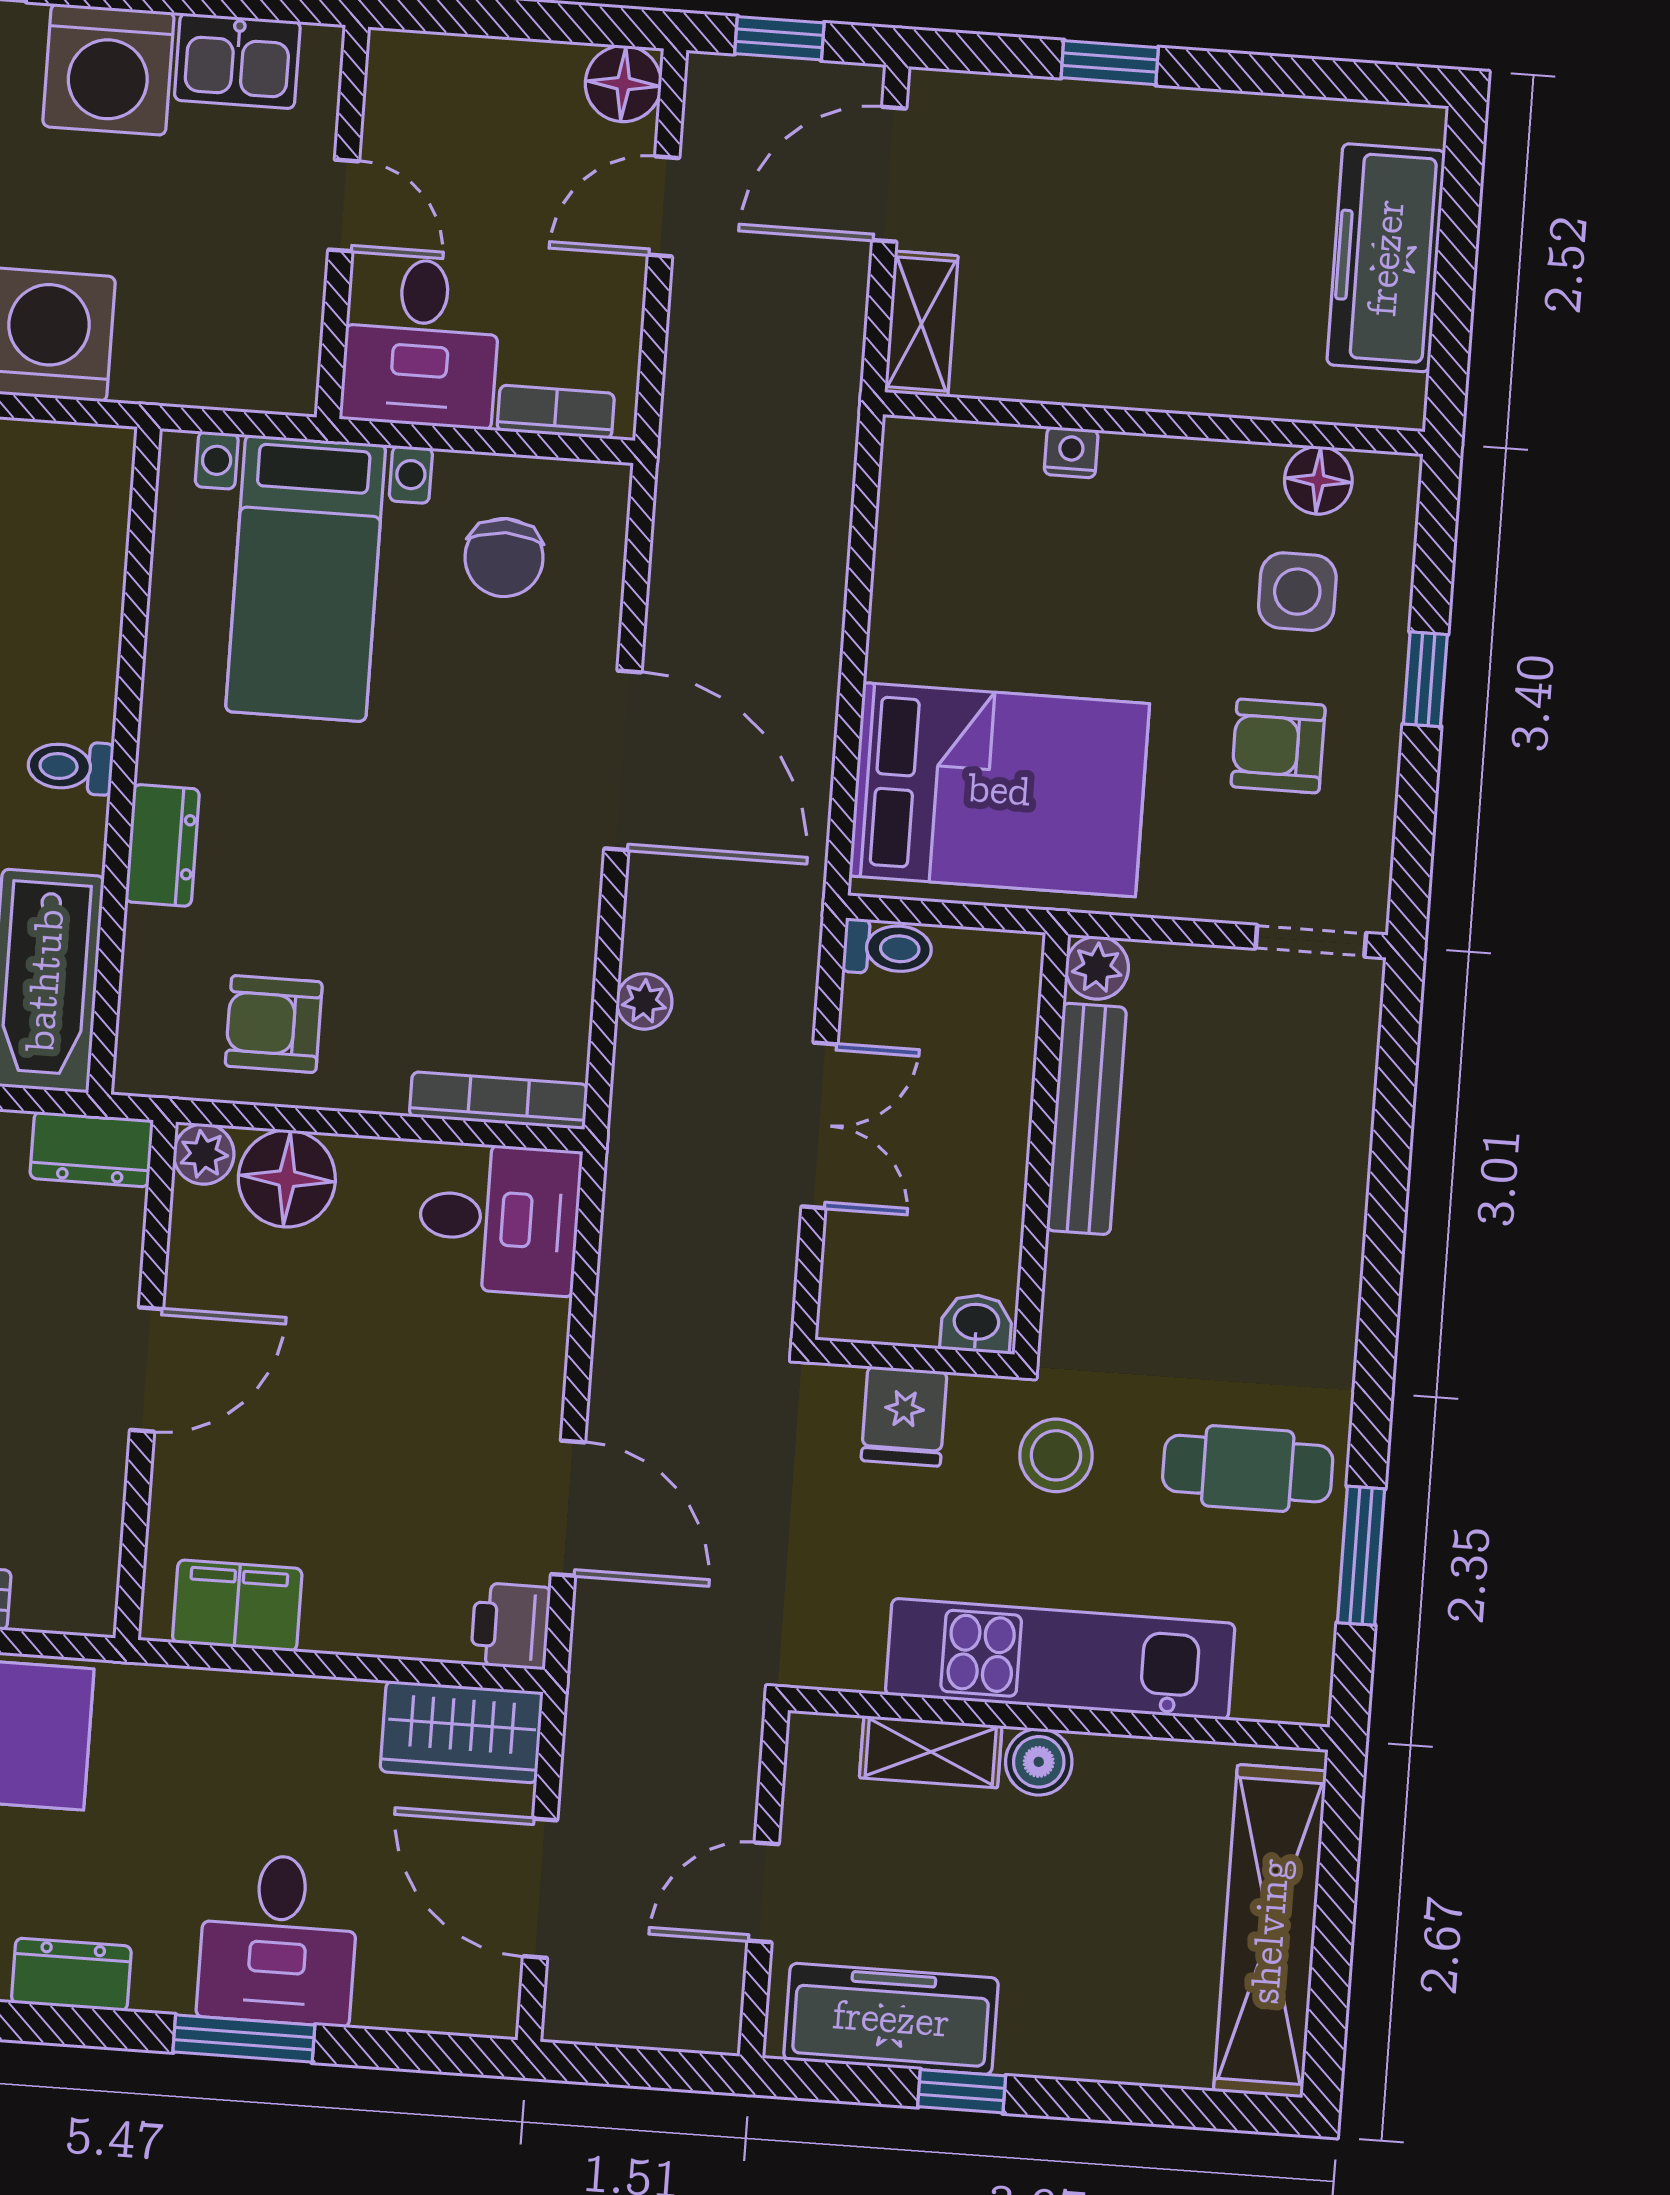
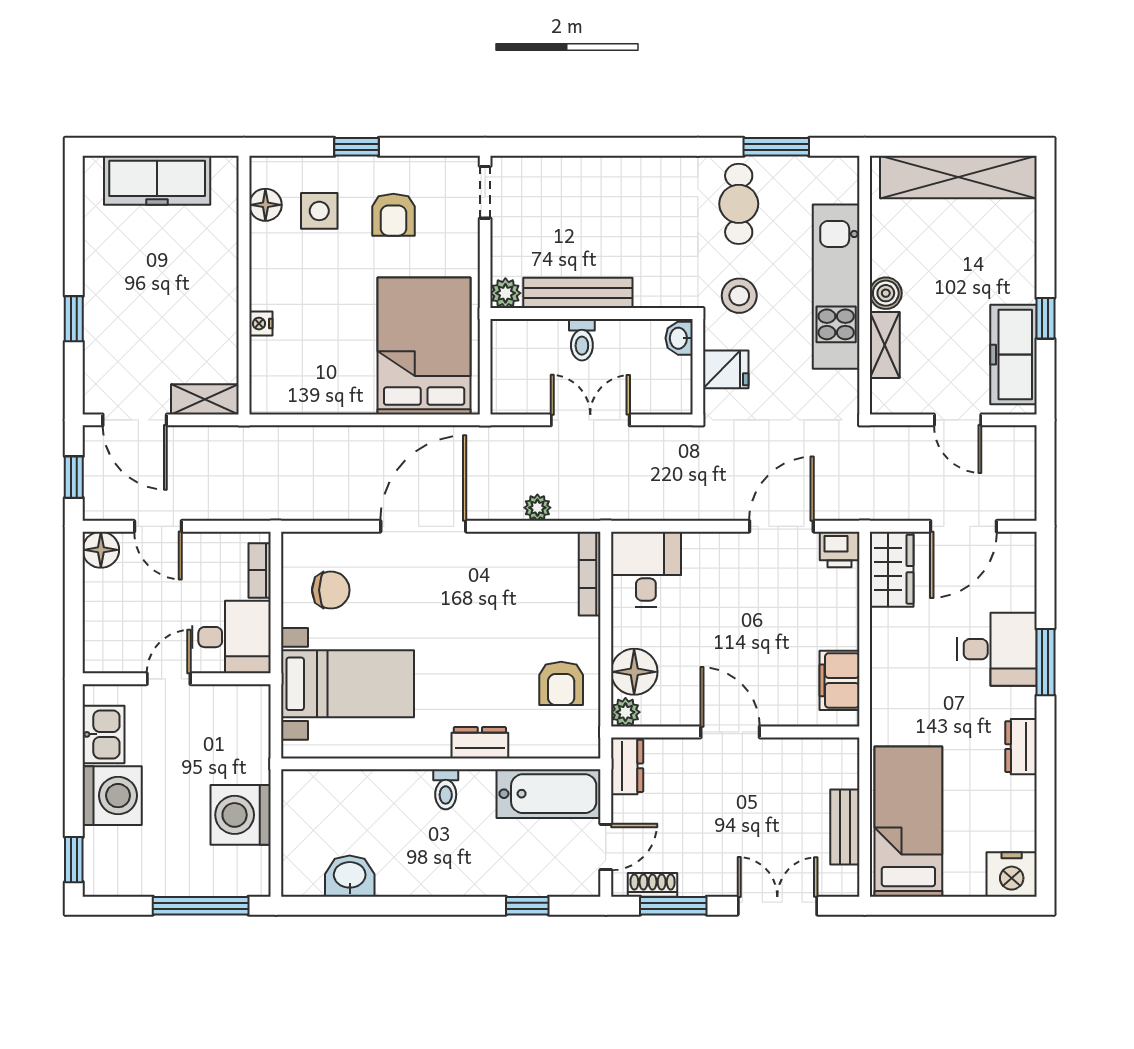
toilet: (888, 948) -> (582, 340), moved, turned 180

